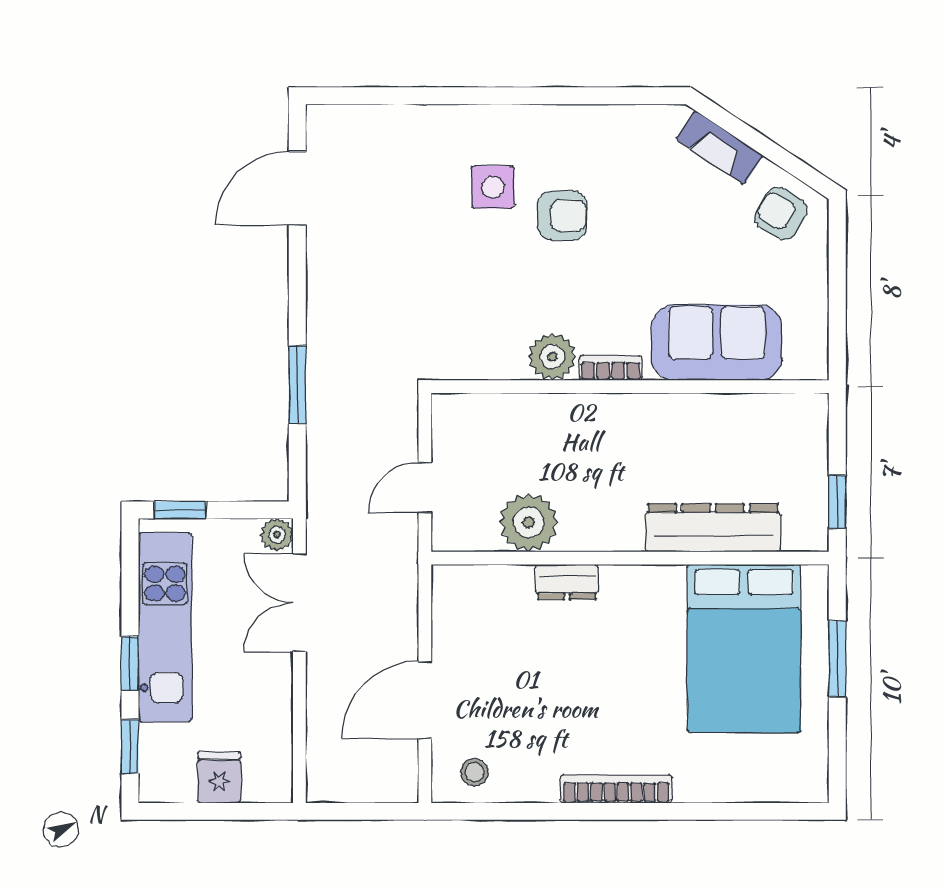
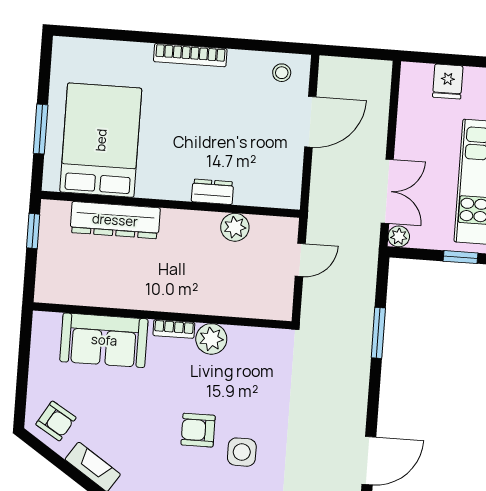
plant: (529, 522) -> (235, 227), width x0.73, depth x0.73

